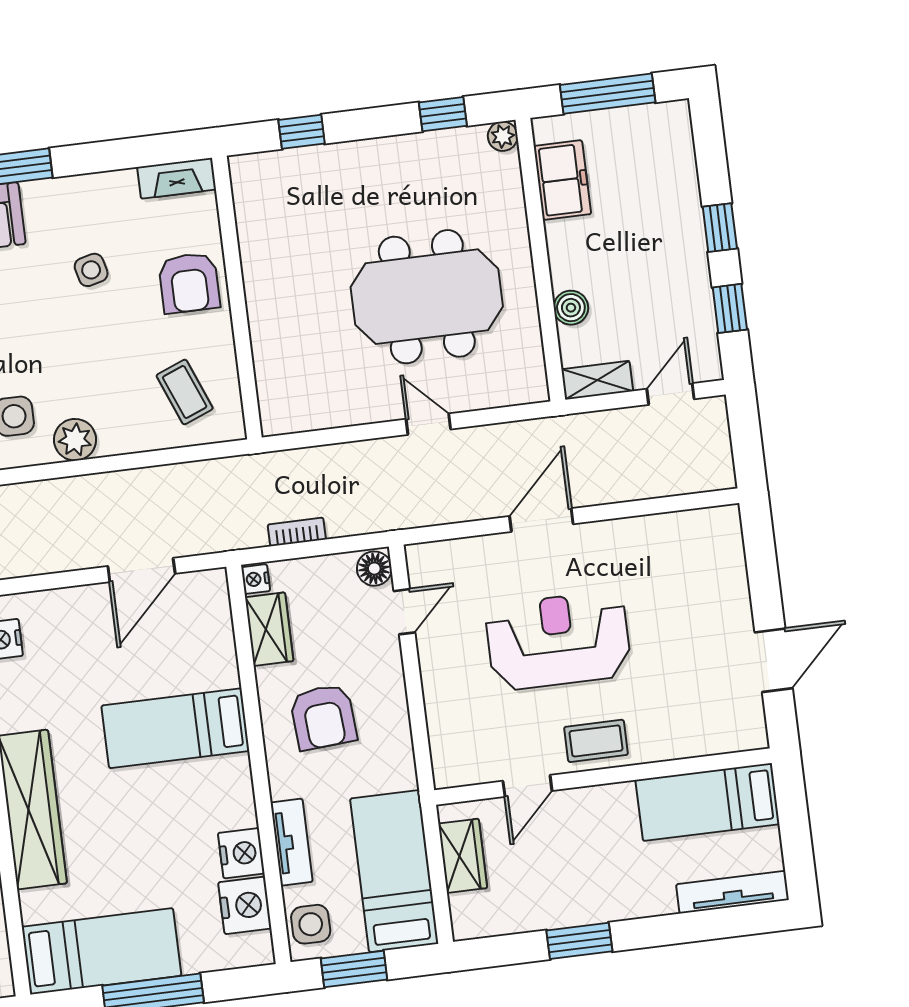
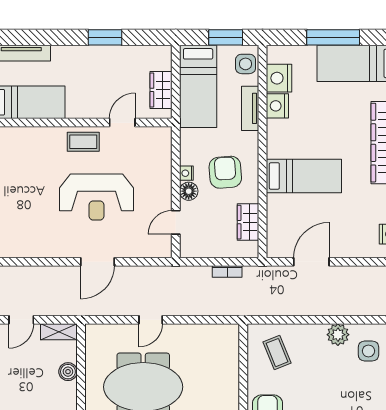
door: (428, 424) -> (151, 320), hinge flipped
floor lamp: (374, 569) -> (189, 191), moved
nightstand: (256, 579) -> (186, 173), moved, turned 180

